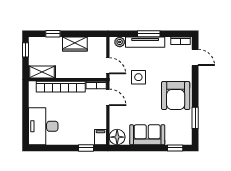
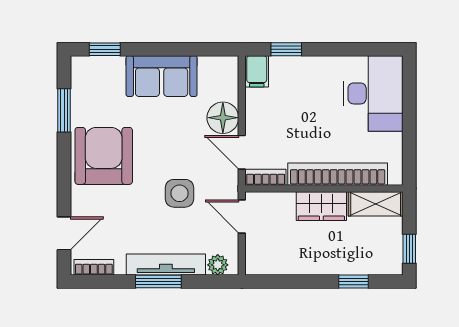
wardrobe: (75, 44) -> (321, 206), moved, turned 180
door: (195, 57) -> (64, 233), swing flipped
floor lamp: (117, 137) -> (223, 118), moved

